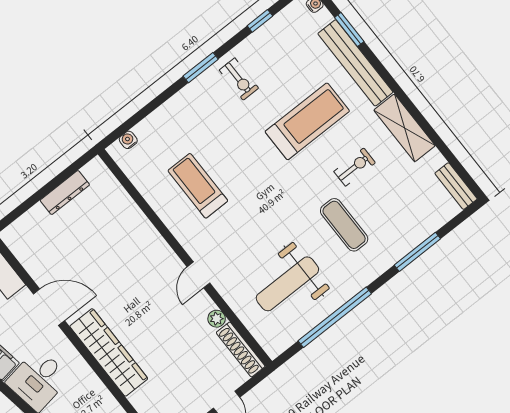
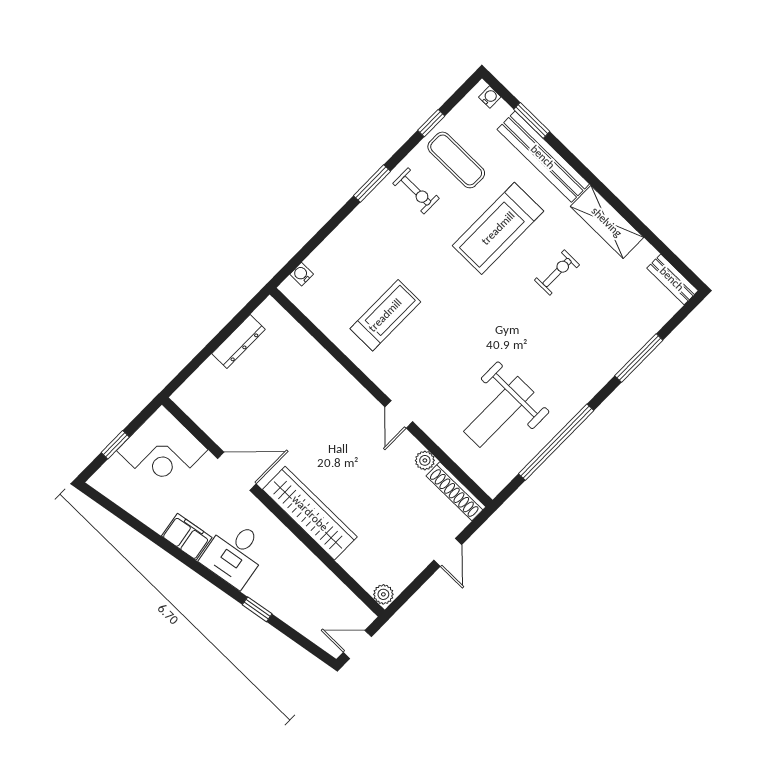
treadmill: (307, 121) -> (498, 228), turned 180
treadmill: (198, 186) -> (385, 315), turned 90
exercise mat: (344, 225) -> (456, 160), moved

